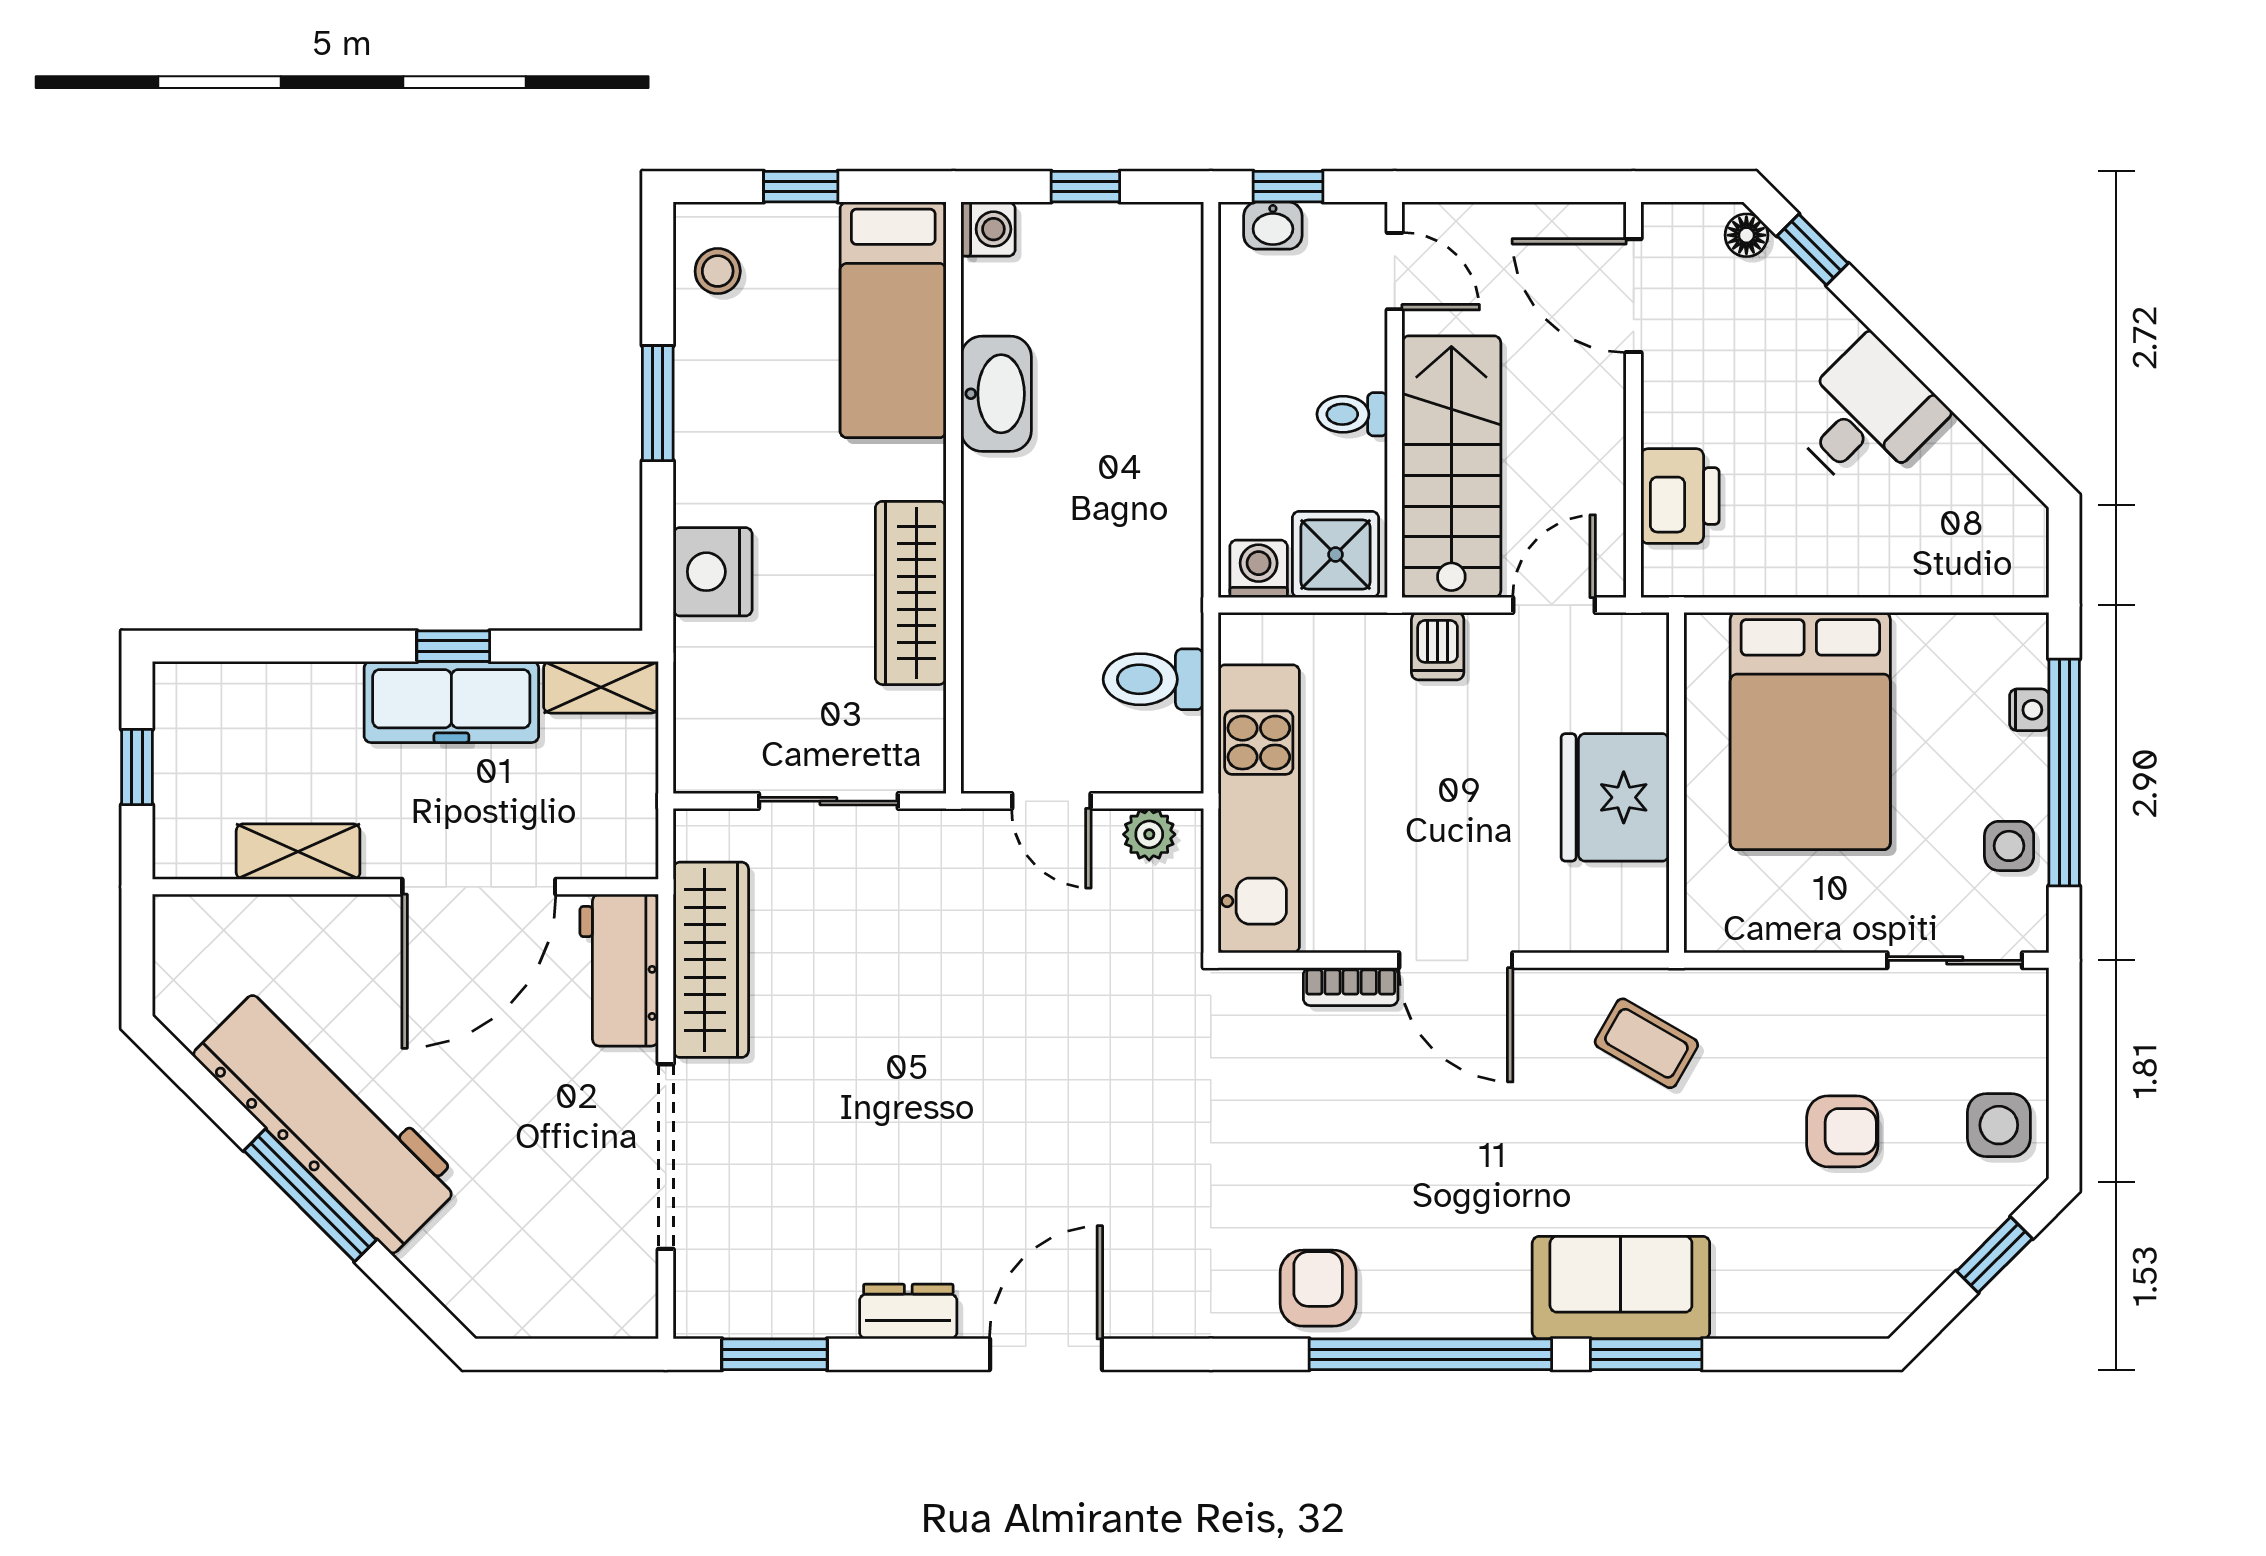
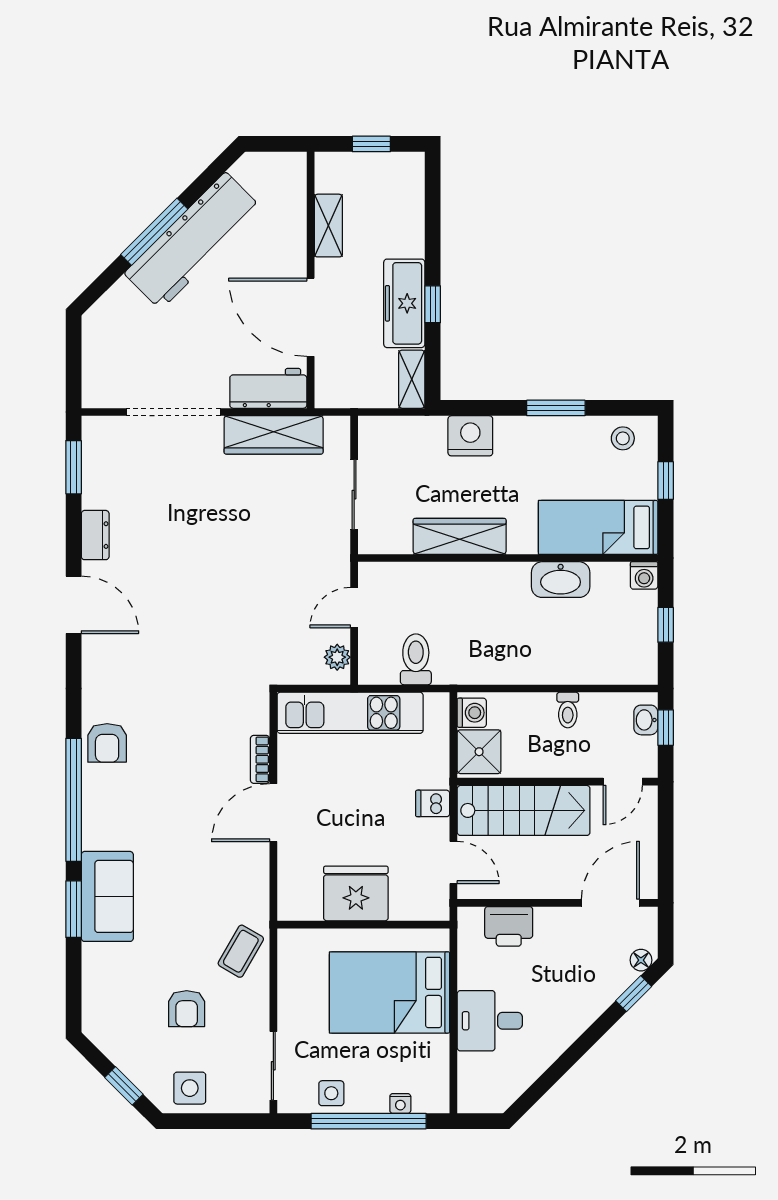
toilet: (1352, 414) -> (568, 710), moved, turned 180
desk: (1866, 416) -> (490, 1021), moved, turned 135
coffee table: (1646, 1043) -> (241, 951), moved
armchair: (1318, 1288) -> (107, 743), turned 90

